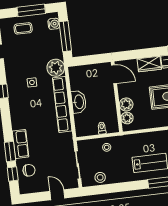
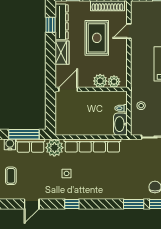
washbasin: (79, 102) -> (120, 124), moved, turned -90
row of seats: (20, 144) -> (31, 146), moved, turned 180

